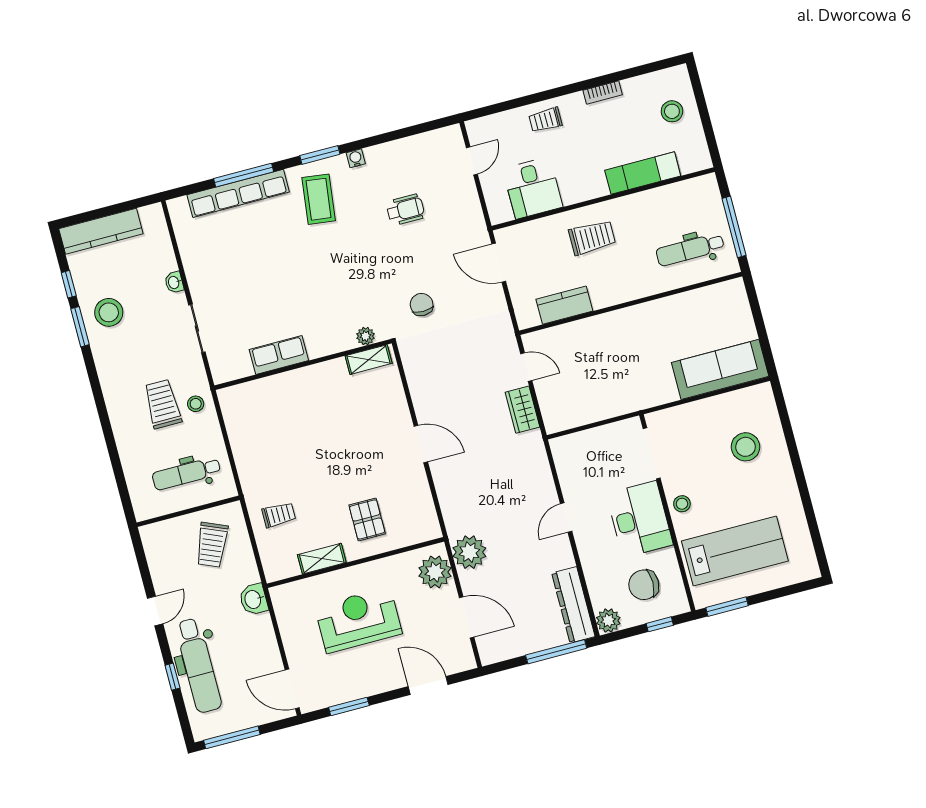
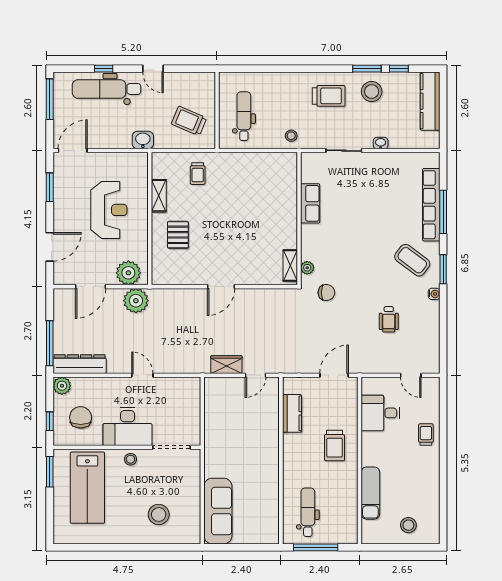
bookcase: (603, 92) -> (435, 480), removed
coffee table: (319, 199) -> (412, 260), turned 30
chair: (422, 304) -> (326, 293), moved
trolley: (163, 404) -> (329, 96), moved
pallet: (367, 519) -> (178, 235), turned 90

